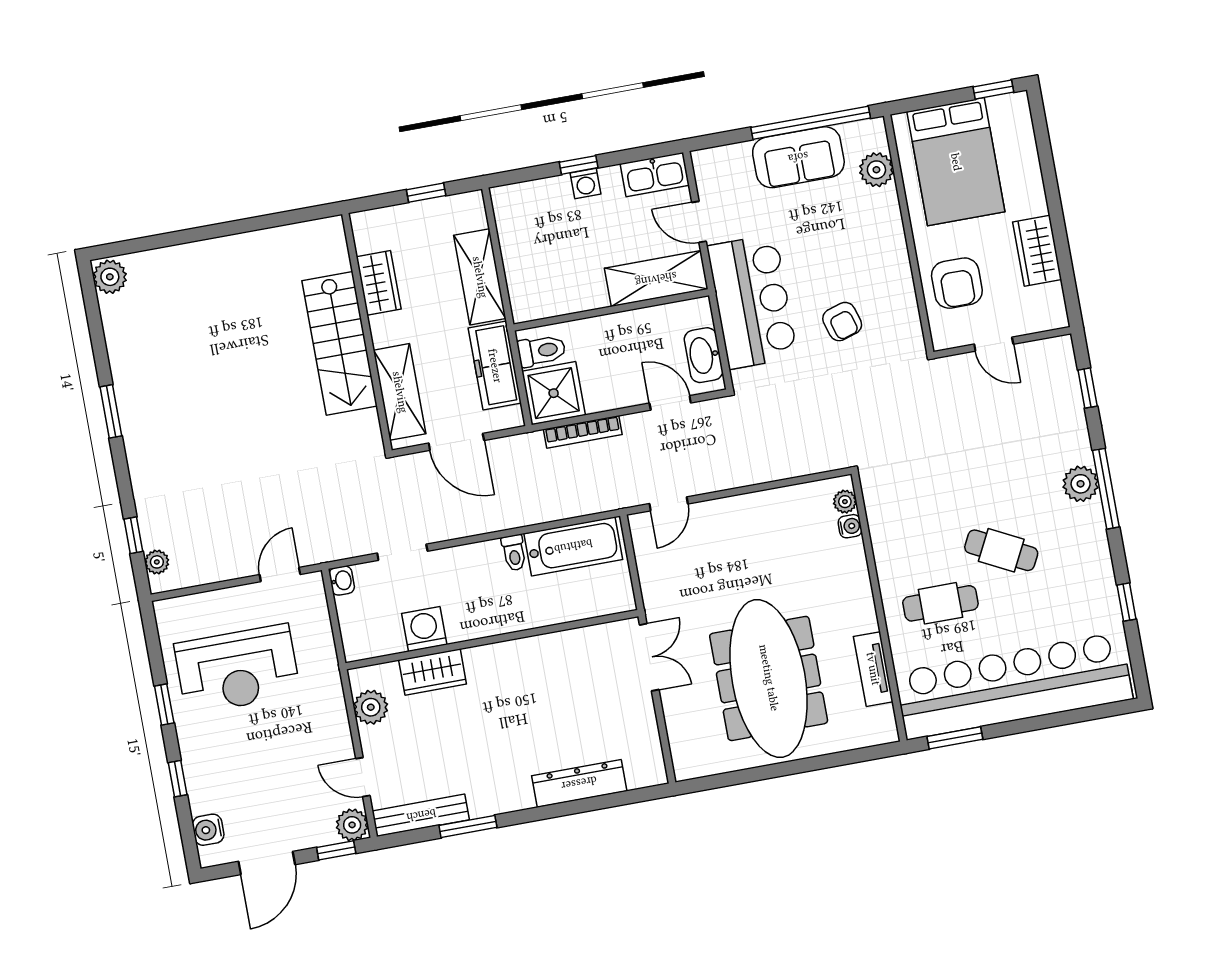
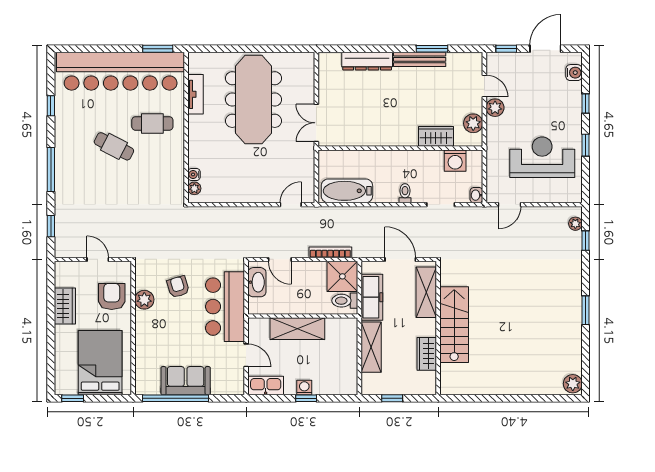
plant: (876, 170) -> (144, 300), moved
shelving: (656, 279) -> (297, 329), moved
plant: (1081, 484) -> (64, 175), removed
toilet: (514, 553) -> (405, 193), moved
washing machine: (424, 629) -> (455, 161), moved
bench: (421, 815) -> (420, 59), moved
plant: (352, 825) -> (495, 108), moved

